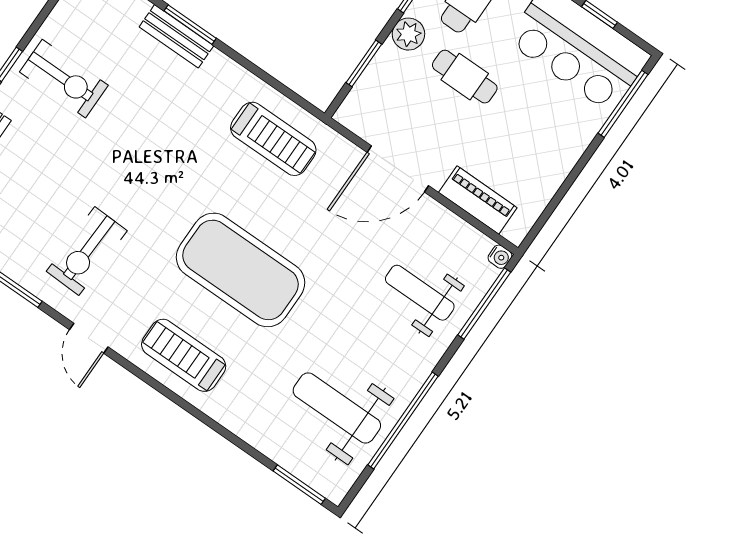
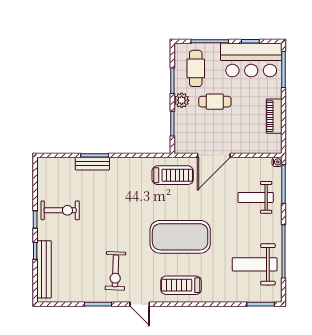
treadmill: (273, 139) -> (173, 175), moved
piano: (478, 200) -> (274, 116), moved, turned -90

